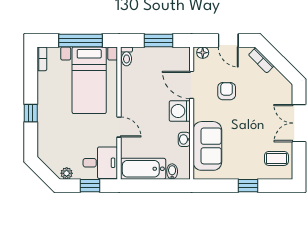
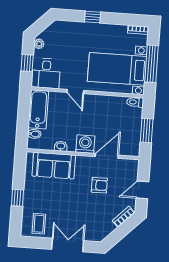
floor lamp: (203, 53) -> (134, 167), removed
door: (119, 127) -> (75, 91), hinge flipped

